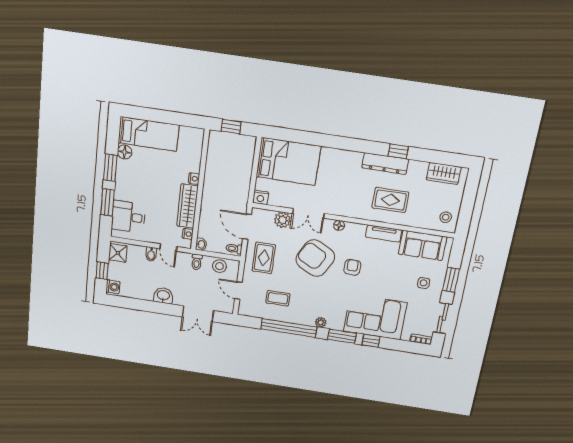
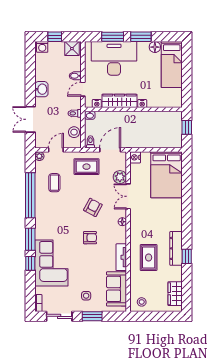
desk: (128, 217) -> (114, 58), width x1.87, depth x1.30
armchair: (315, 258) -> (93, 207), width x0.53, depth x0.53
plant: (321, 322) -> (39, 156), moved

